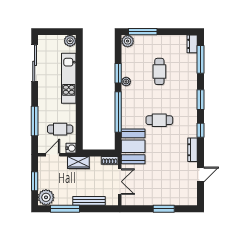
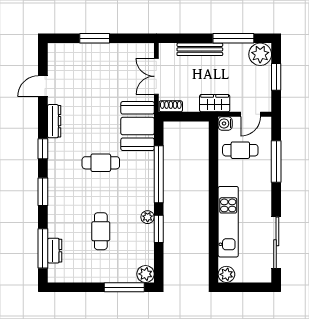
dresser: (192, 44) -> (55, 251), moved

